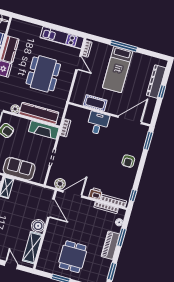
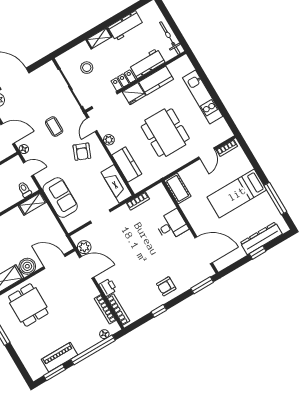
kitchen unit: (62, 38) -> (203, 97), moved
window: (124, 46) -> (275, 199), moved
dining table: (43, 74) -> (165, 133), turned 90
cot: (95, 103) -> (178, 188), moved
kitchen counter: (39, 113) -> (127, 164), width x0.67
window: (133, 195) -> (159, 311), moved
door: (51, 208) -> (54, 262), swing flipped
window: (121, 237) -> (93, 350), width x2.11
piano: (110, 245) -> (60, 357), moved
dining table: (73, 257) -> (28, 305), moved, turned 90

